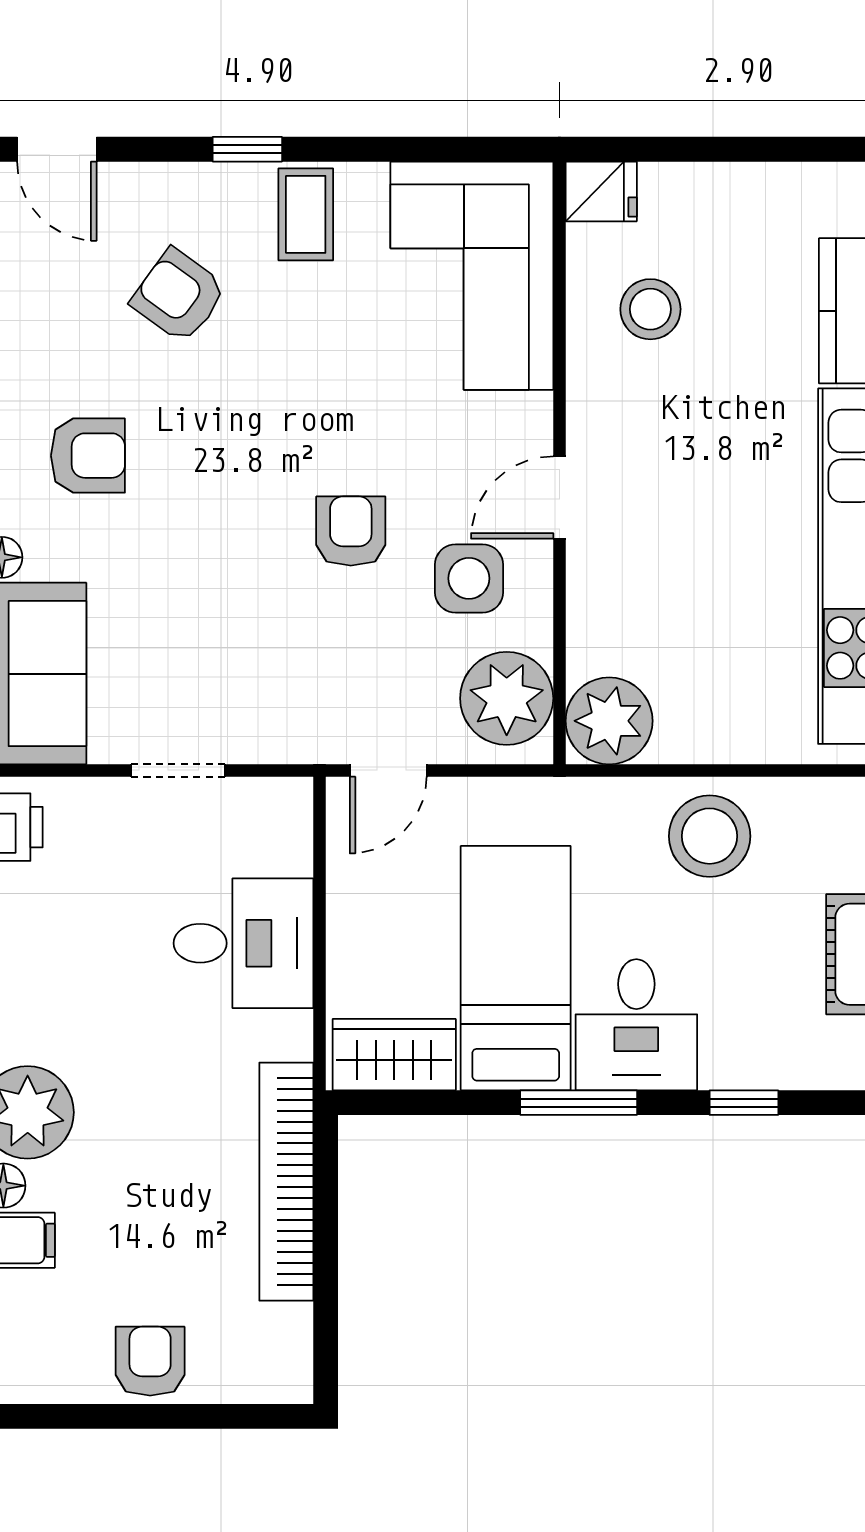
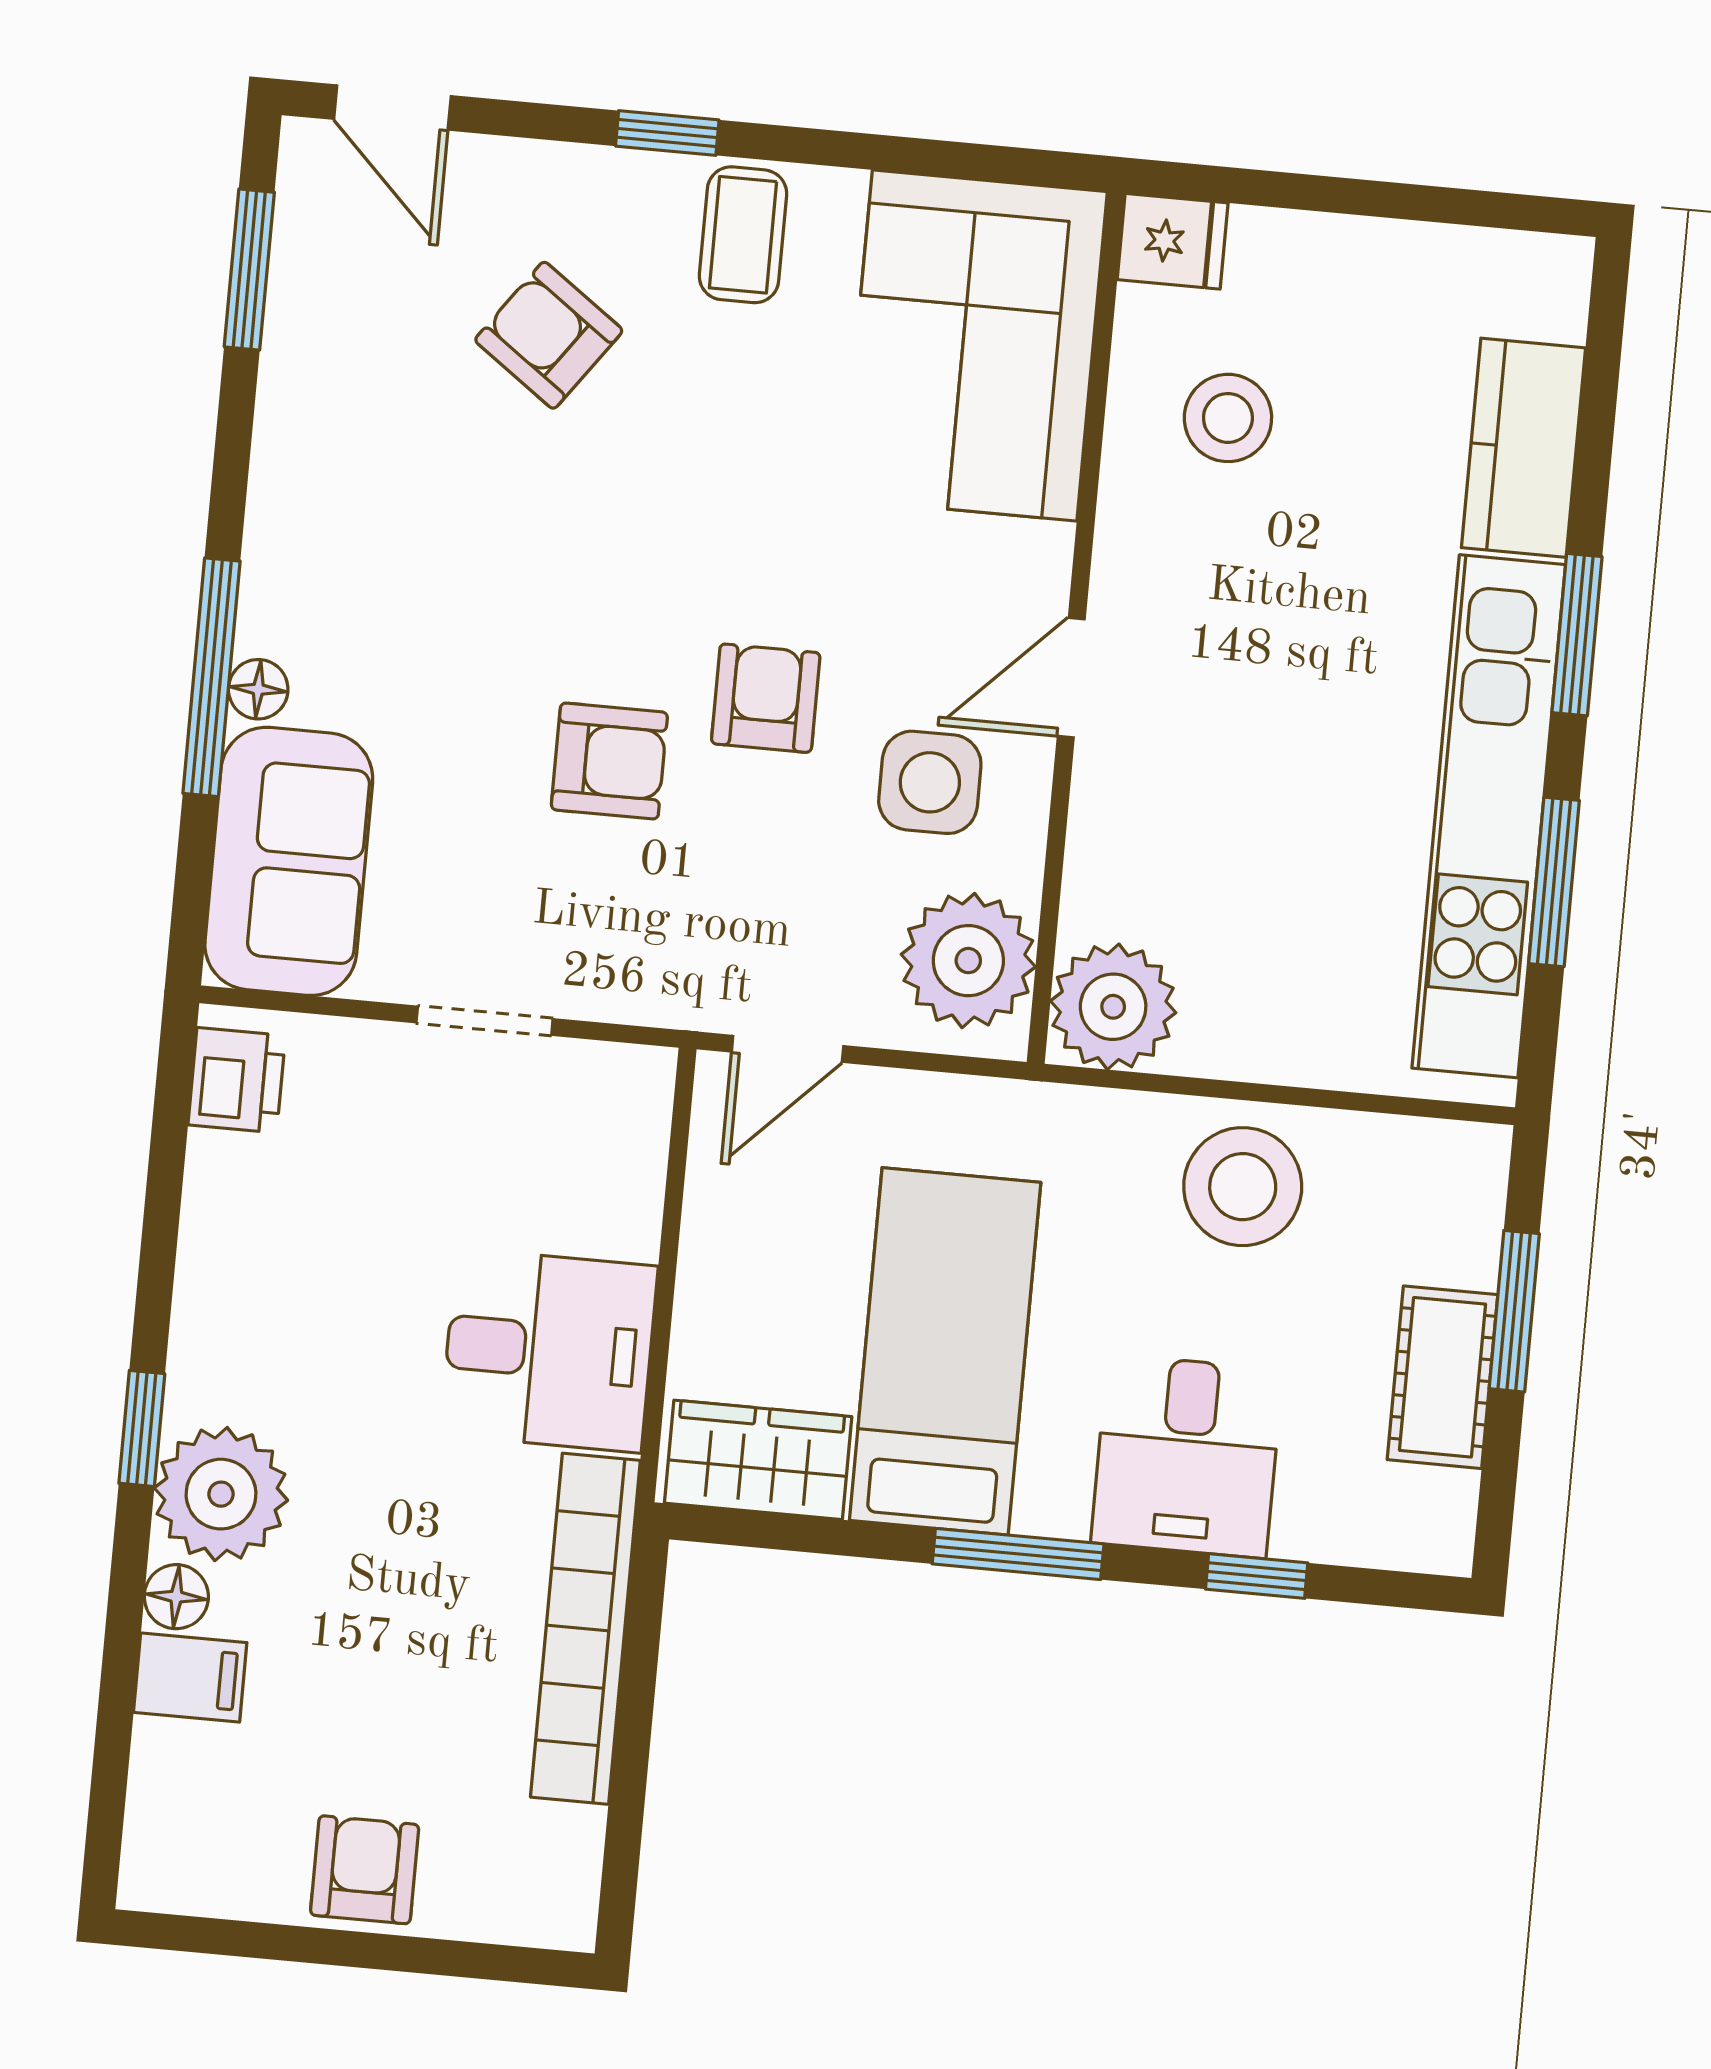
armchair: (88, 456) -> (609, 761), moved
desk: (243, 943) -> (549, 1350), moved
desk: (636, 1025) -> (1187, 1456), moved

